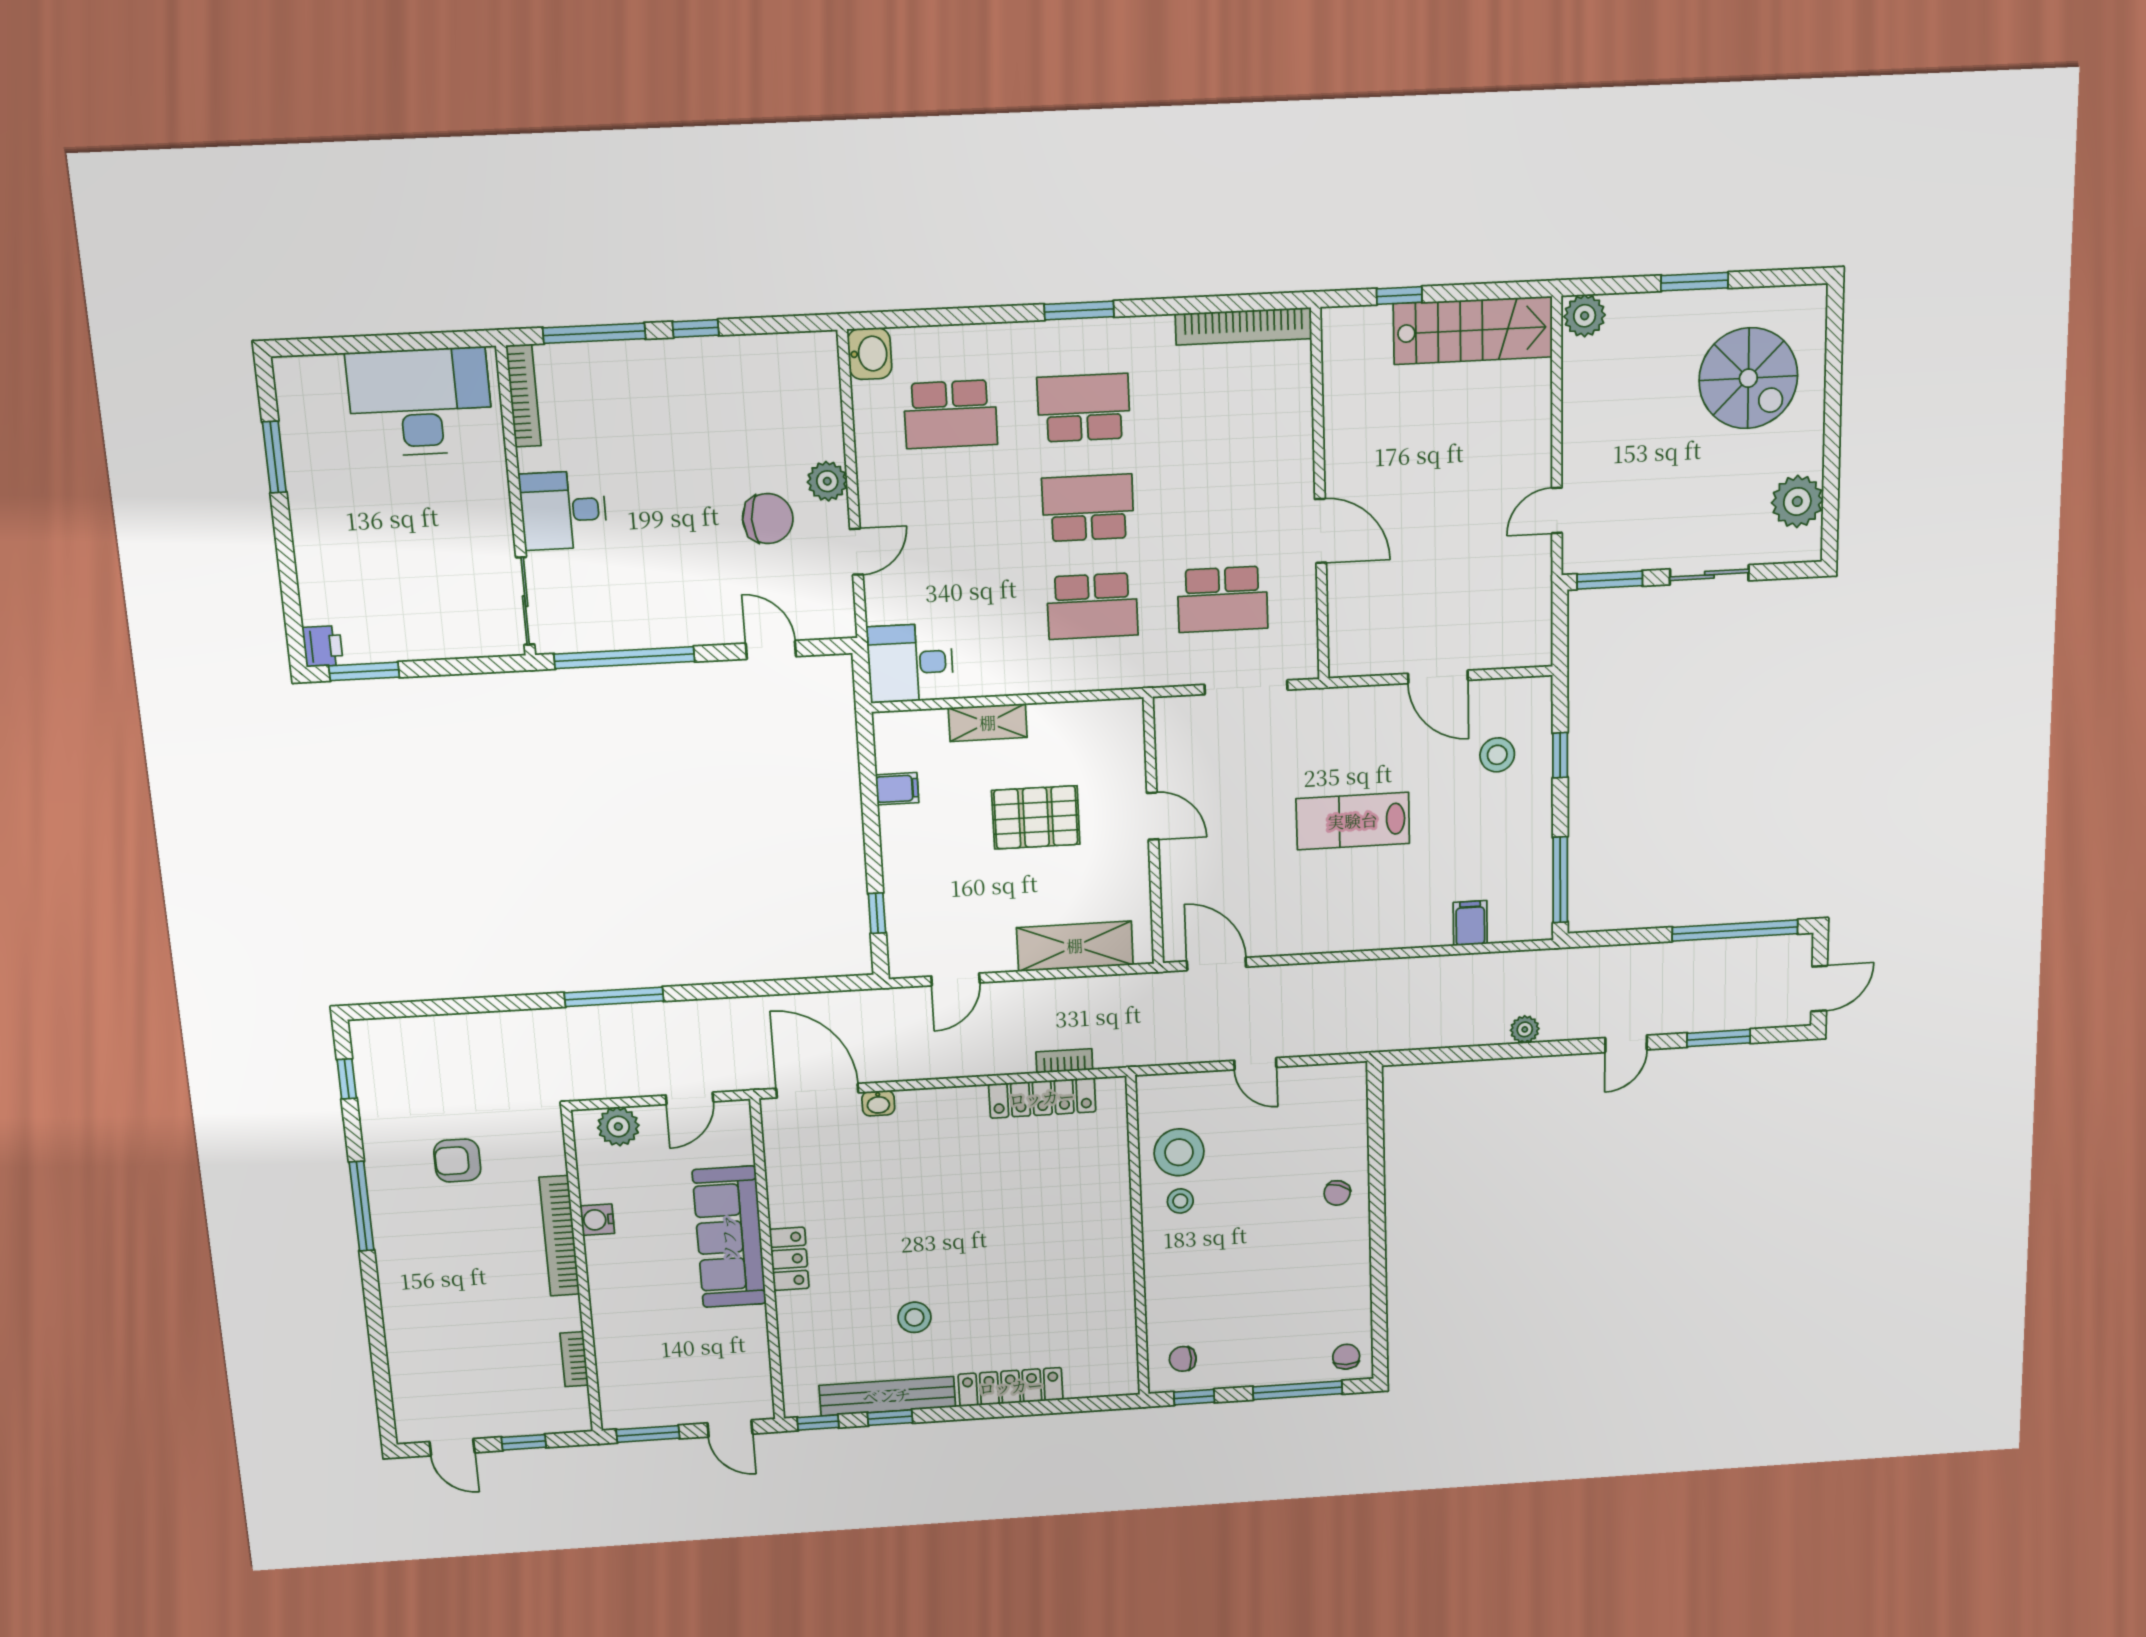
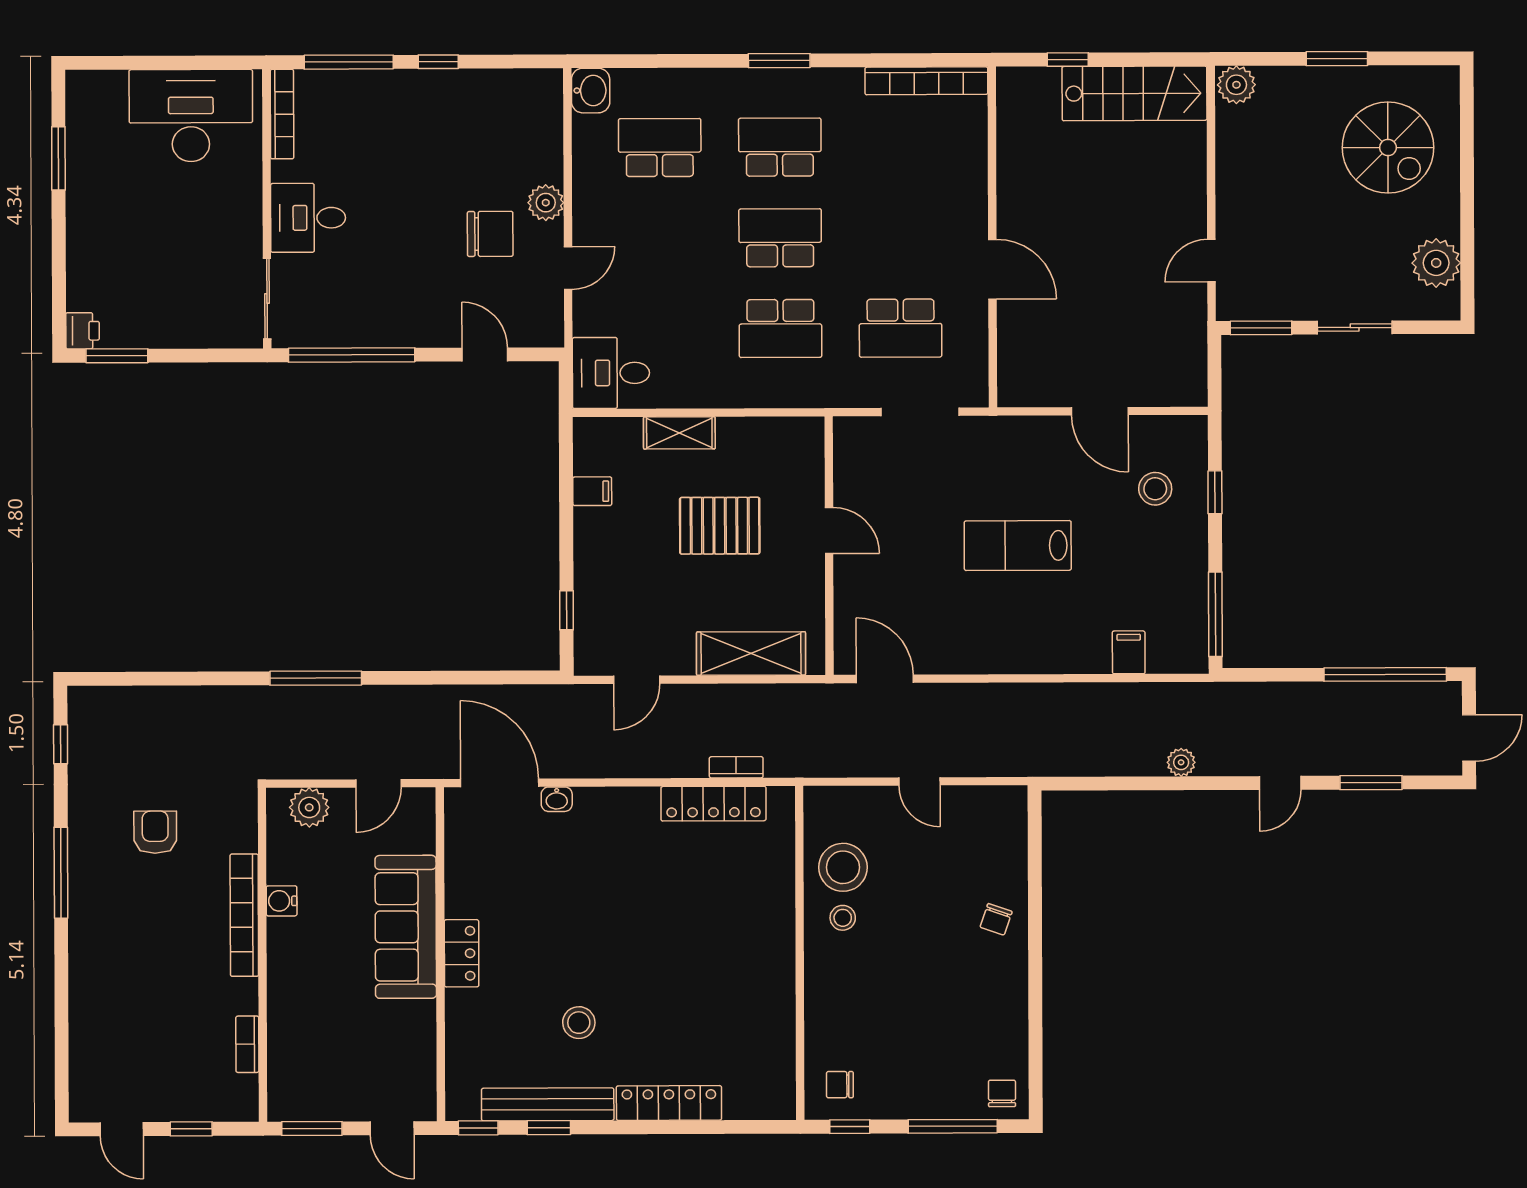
school desk: (950, 414) -> (660, 148), turned 180
armchair: (457, 1160) -> (155, 832), turned 90

